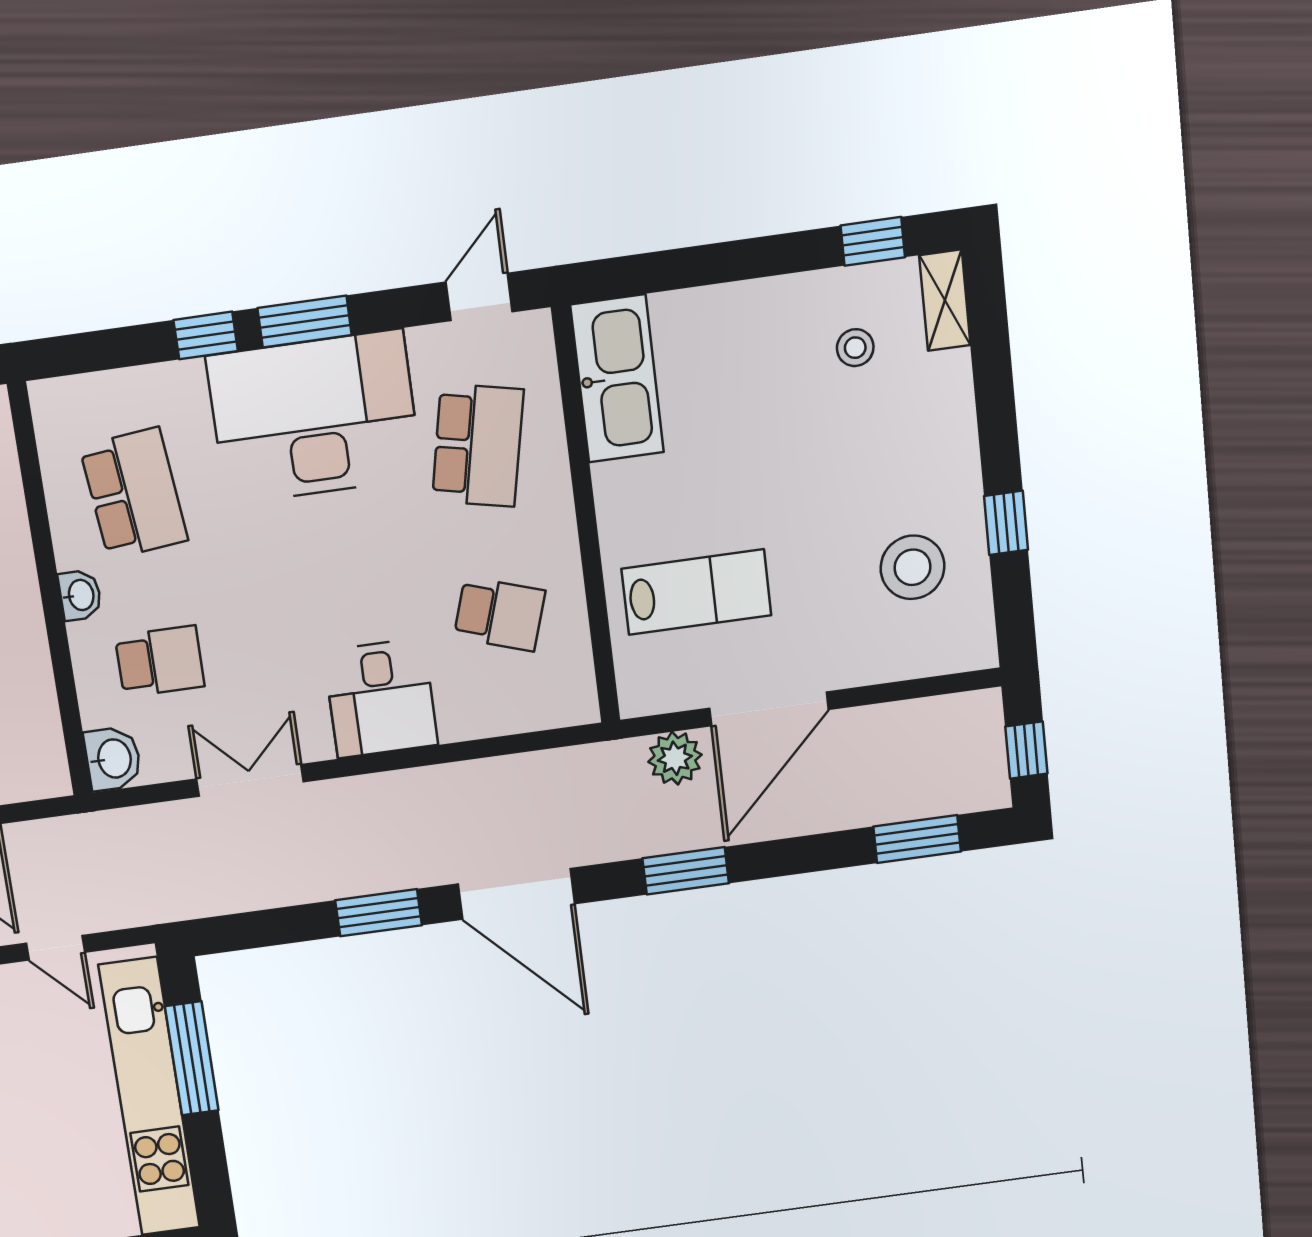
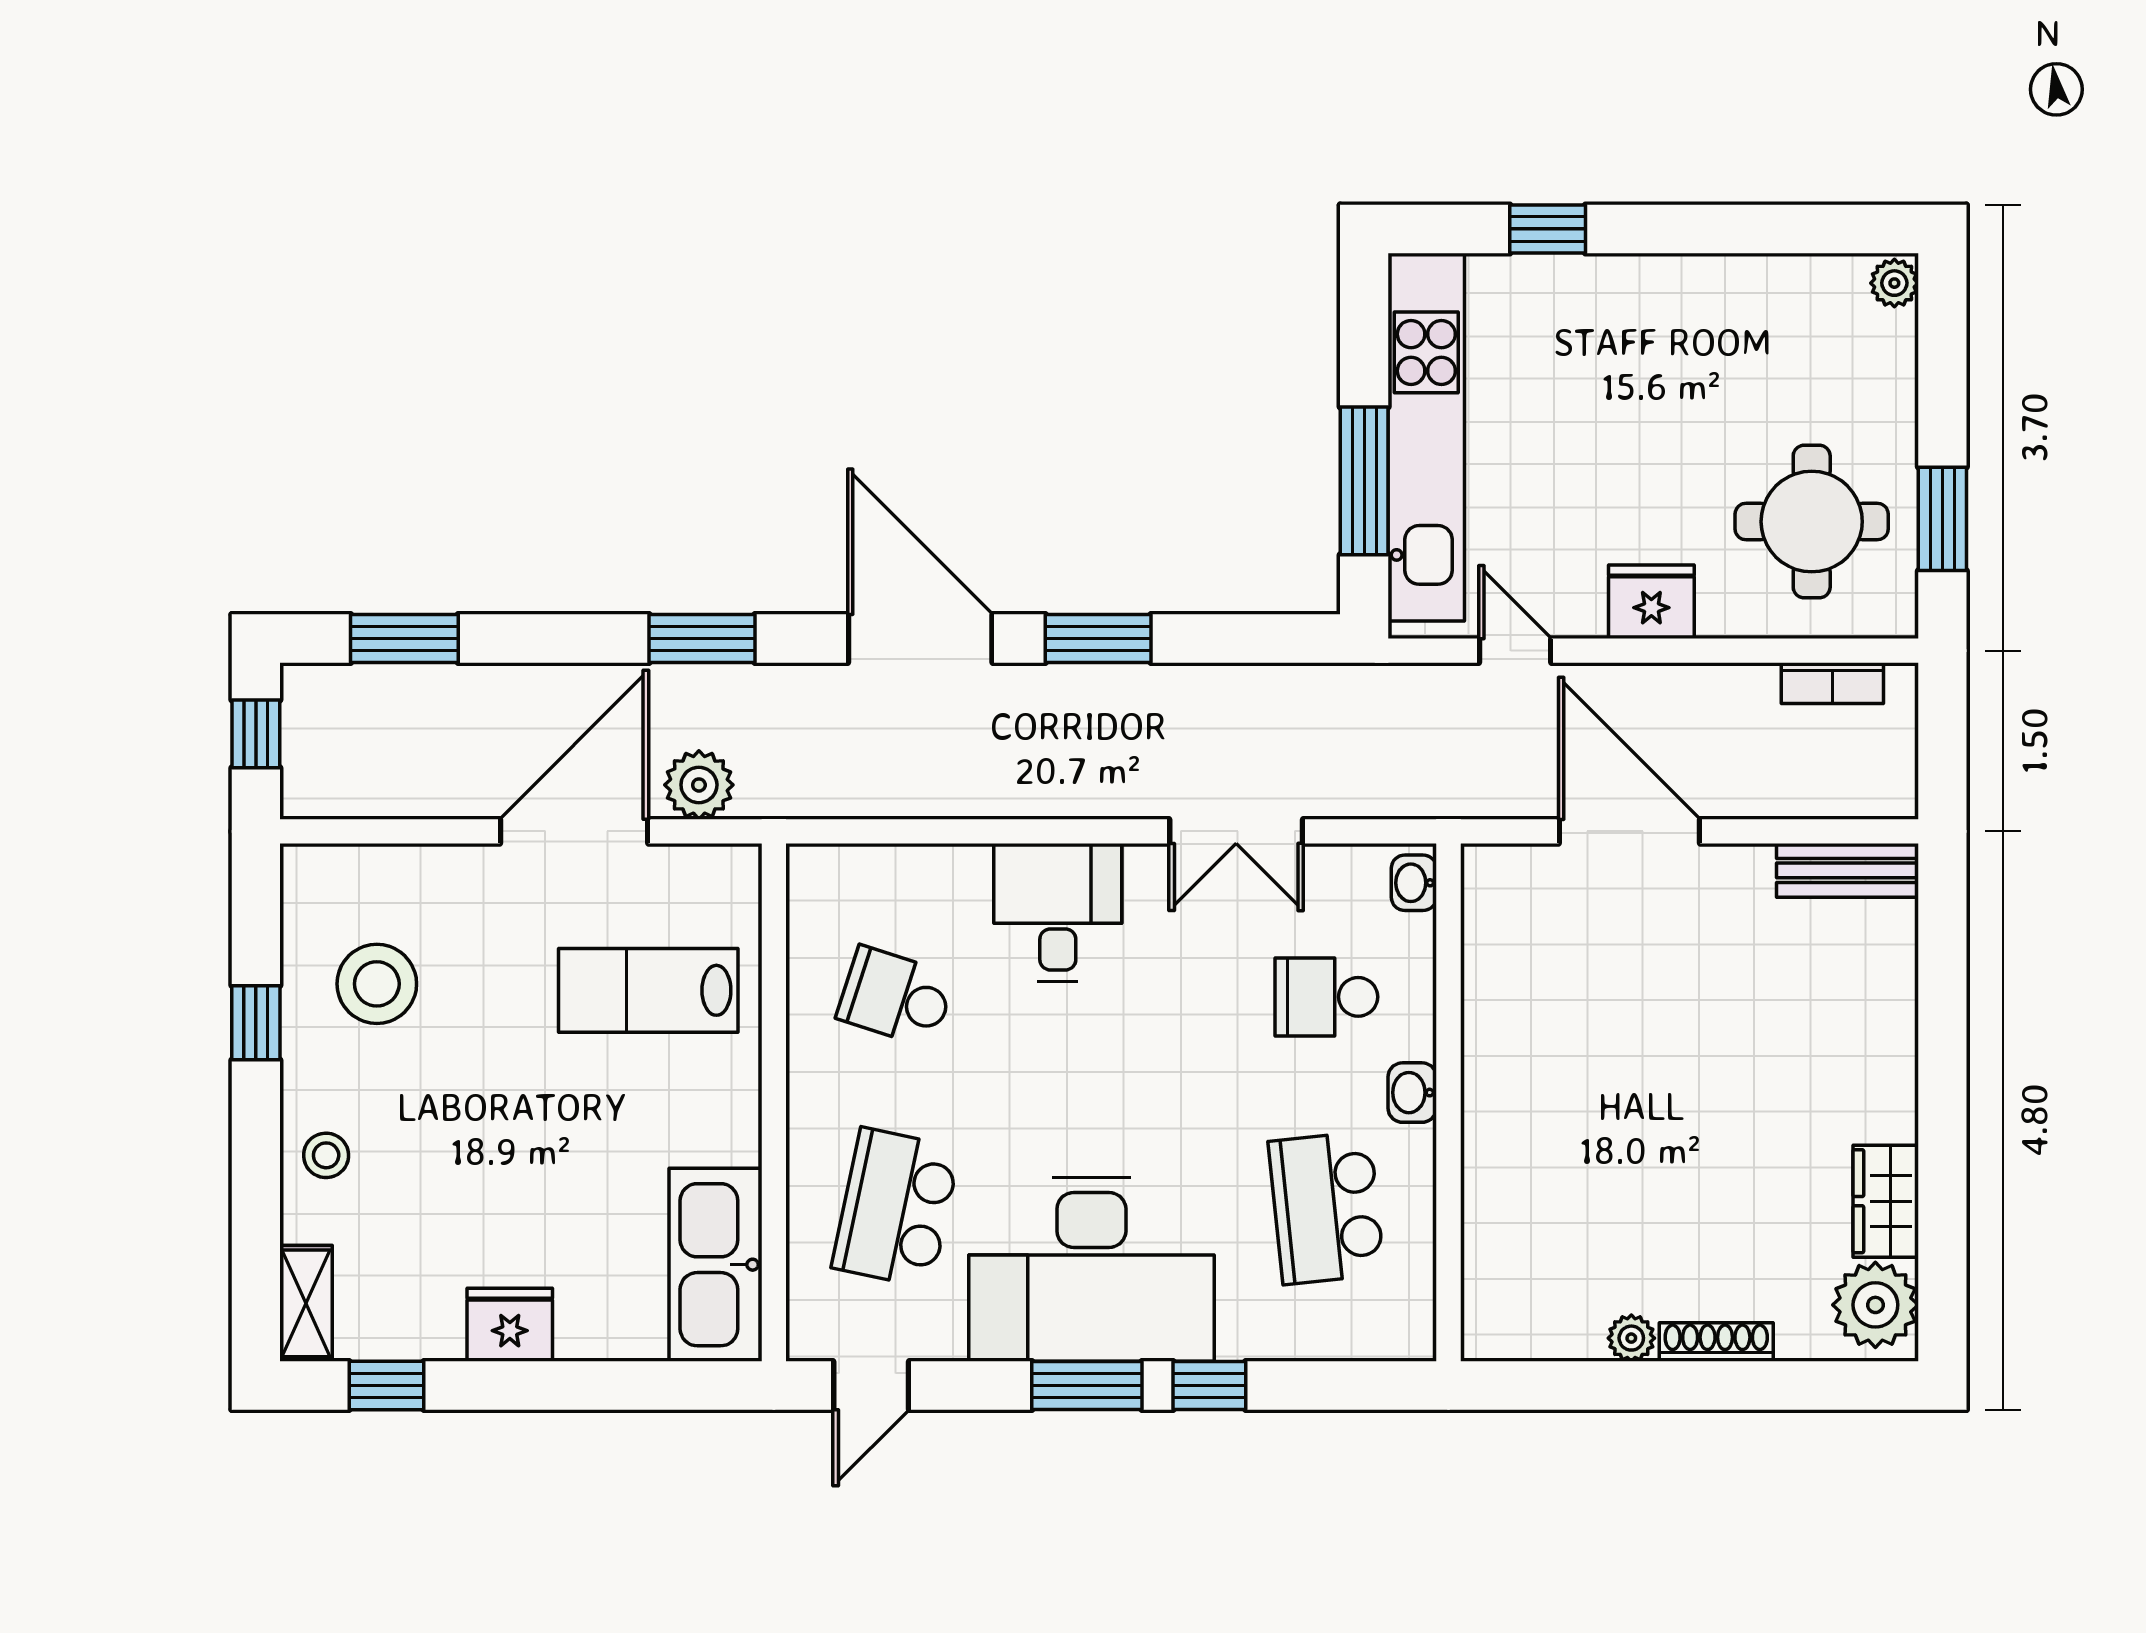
fridge: (778, 306) -> (510, 1325), added
stool: (855, 348) -> (326, 1155), moved
washbasin: (113, 759) -> (1414, 883), width x0.72, depth x0.69

